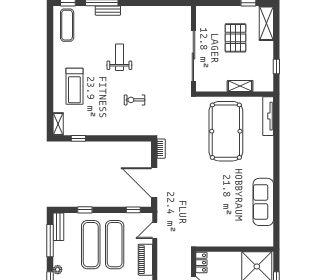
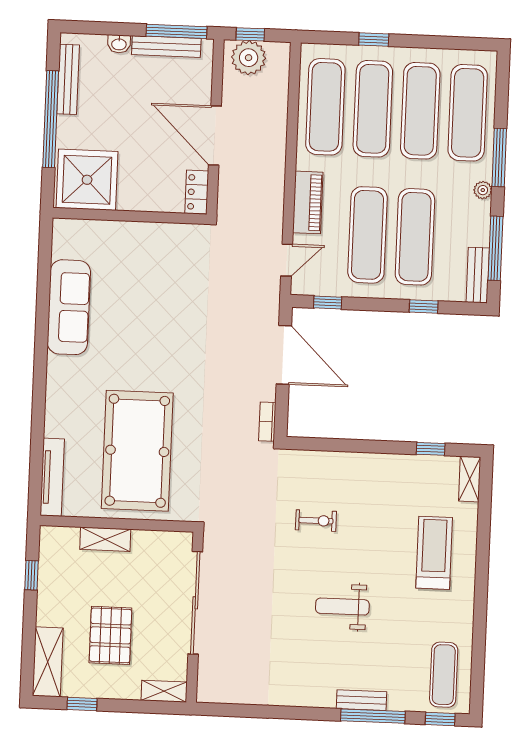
shelving: (207, 11) -> (164, 691), added
weight bench: (119, 57) -> (342, 607), turned 90

